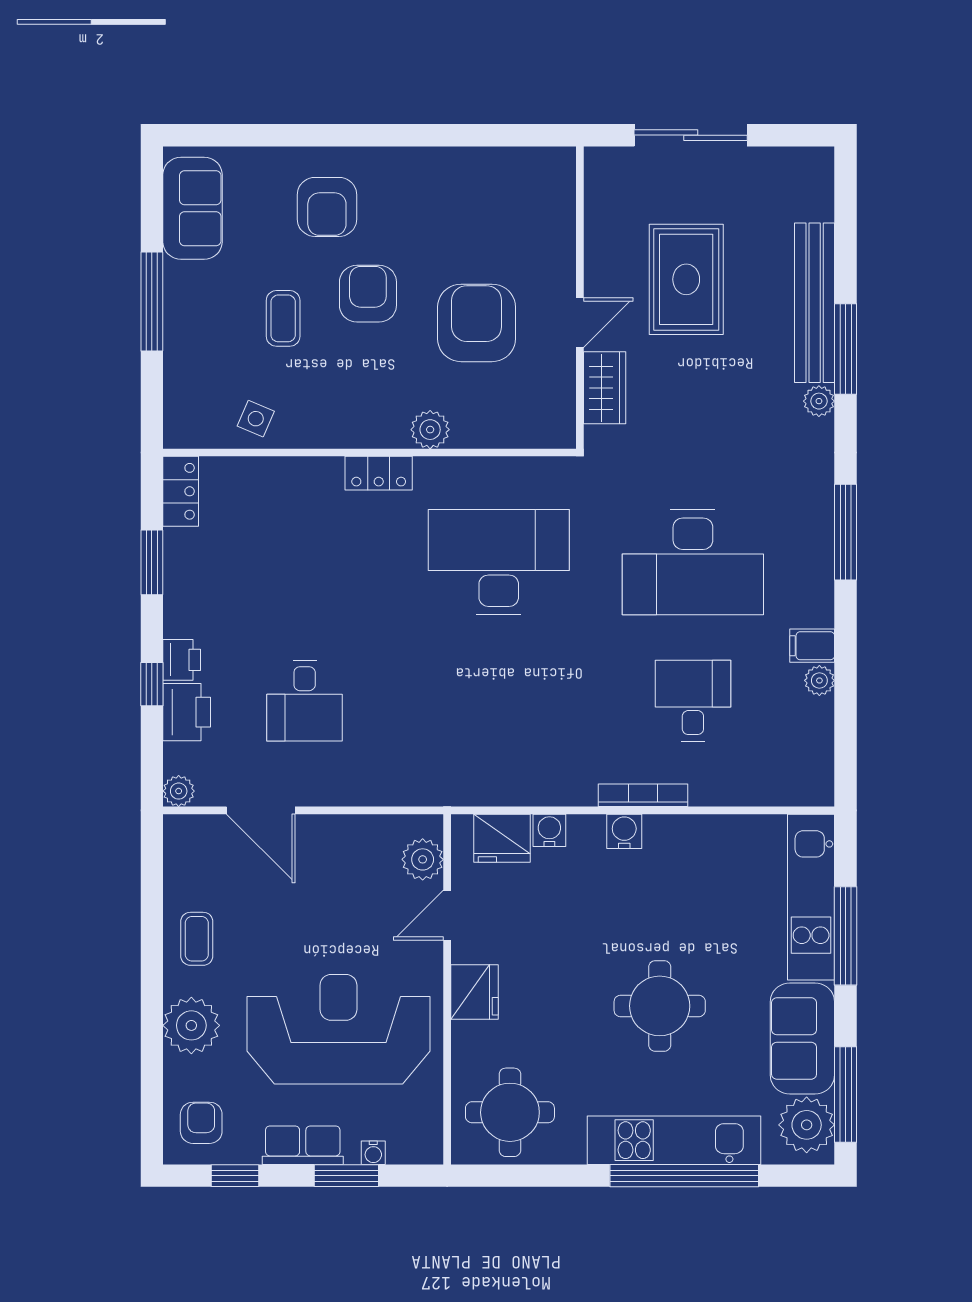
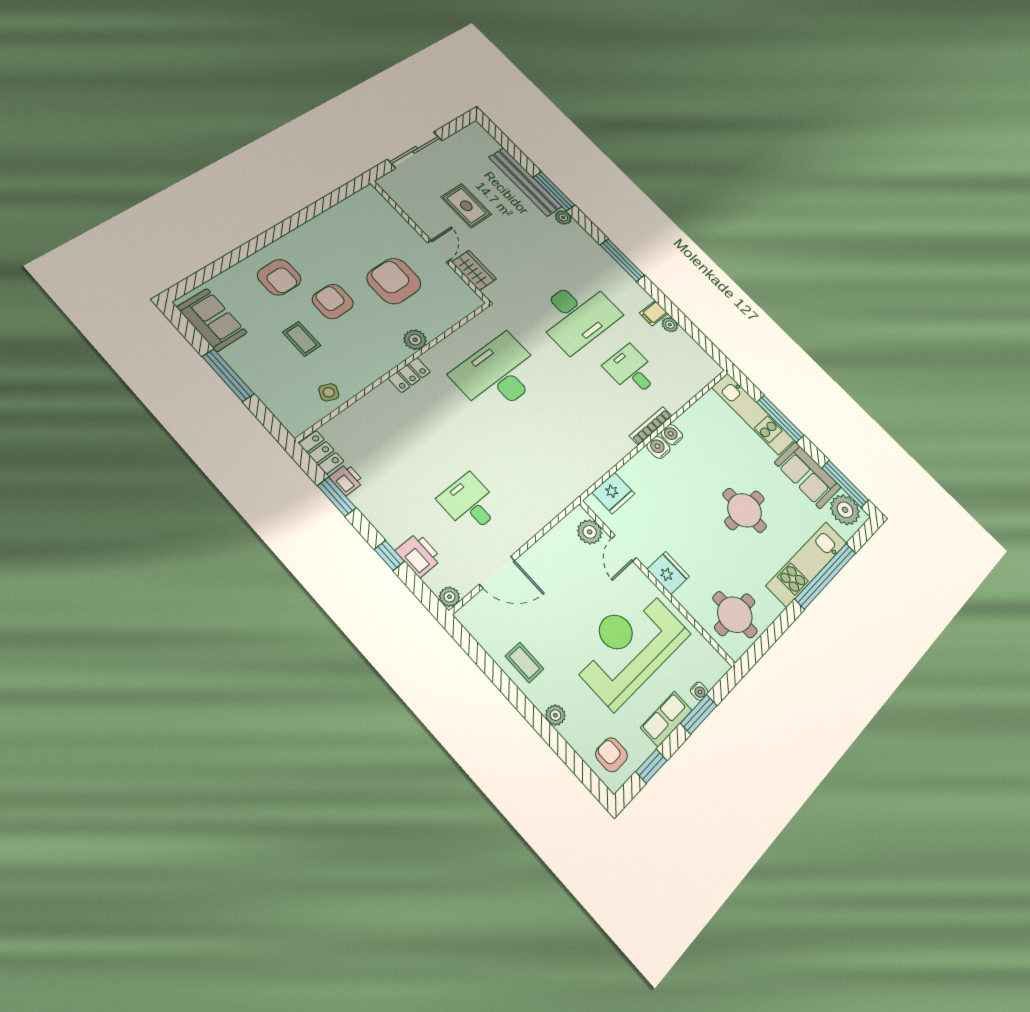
rug: (686, 279) -> (466, 206), width x0.73, depth x0.70
printer: (182, 660) -> (346, 479), moved
desk: (305, 701) -> (470, 503), turned 180
water cooler: (549, 830) -> (672, 435), moved
plant: (191, 1025) -> (555, 715), width x0.53, depth x0.53

